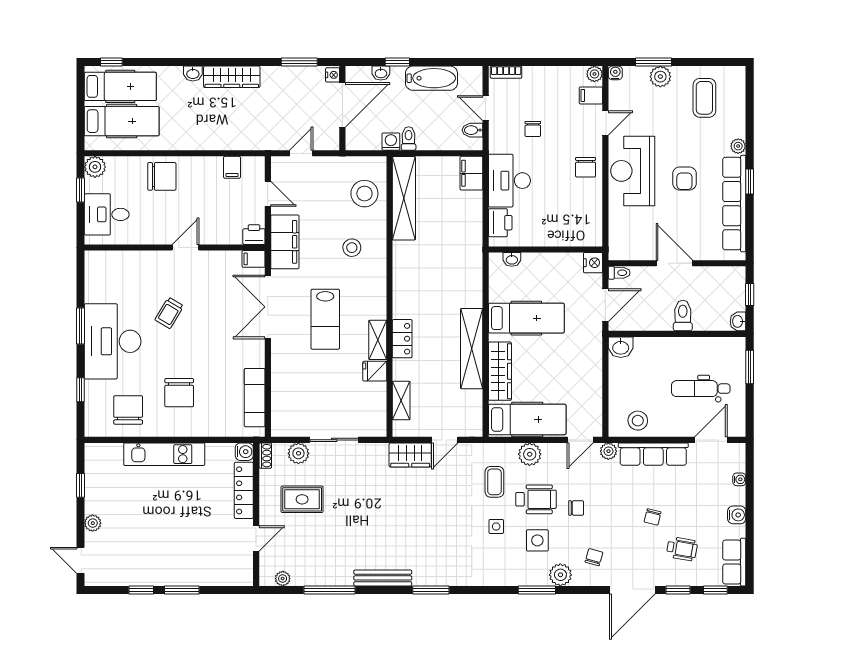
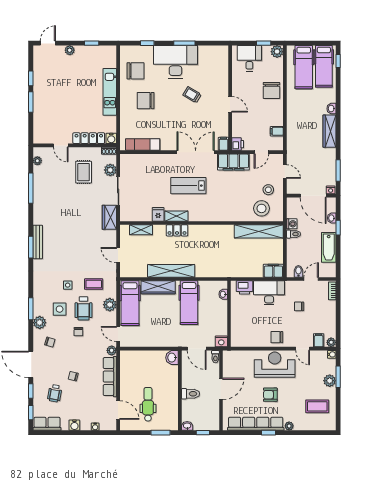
stool: (352, 248) -> (268, 190), moved
stool: (638, 421) -> (129, 368), removed
wardrobe: (410, 455) -> (109, 217), moved
bench: (383, 578) -> (38, 242), moved

